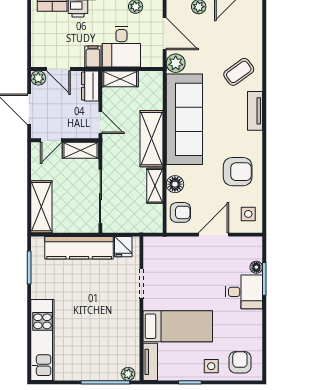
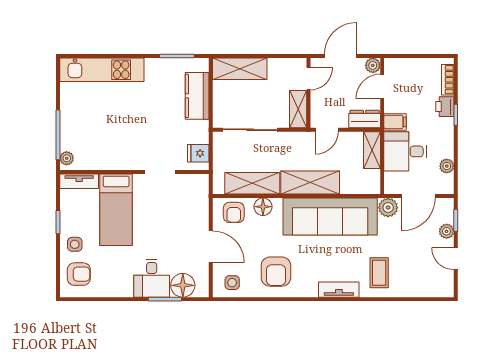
coffee table: (239, 72) -> (379, 273), turned 36
door: (51, 140) -> (308, 79), swing flipped
shelving: (155, 186) -> (252, 183), width x1.50, depth x1.33
kitchen counter: (79, 248) -> (197, 96), width x0.67
floor lamp: (256, 267) -> (183, 285), width x1.89, depth x1.89

